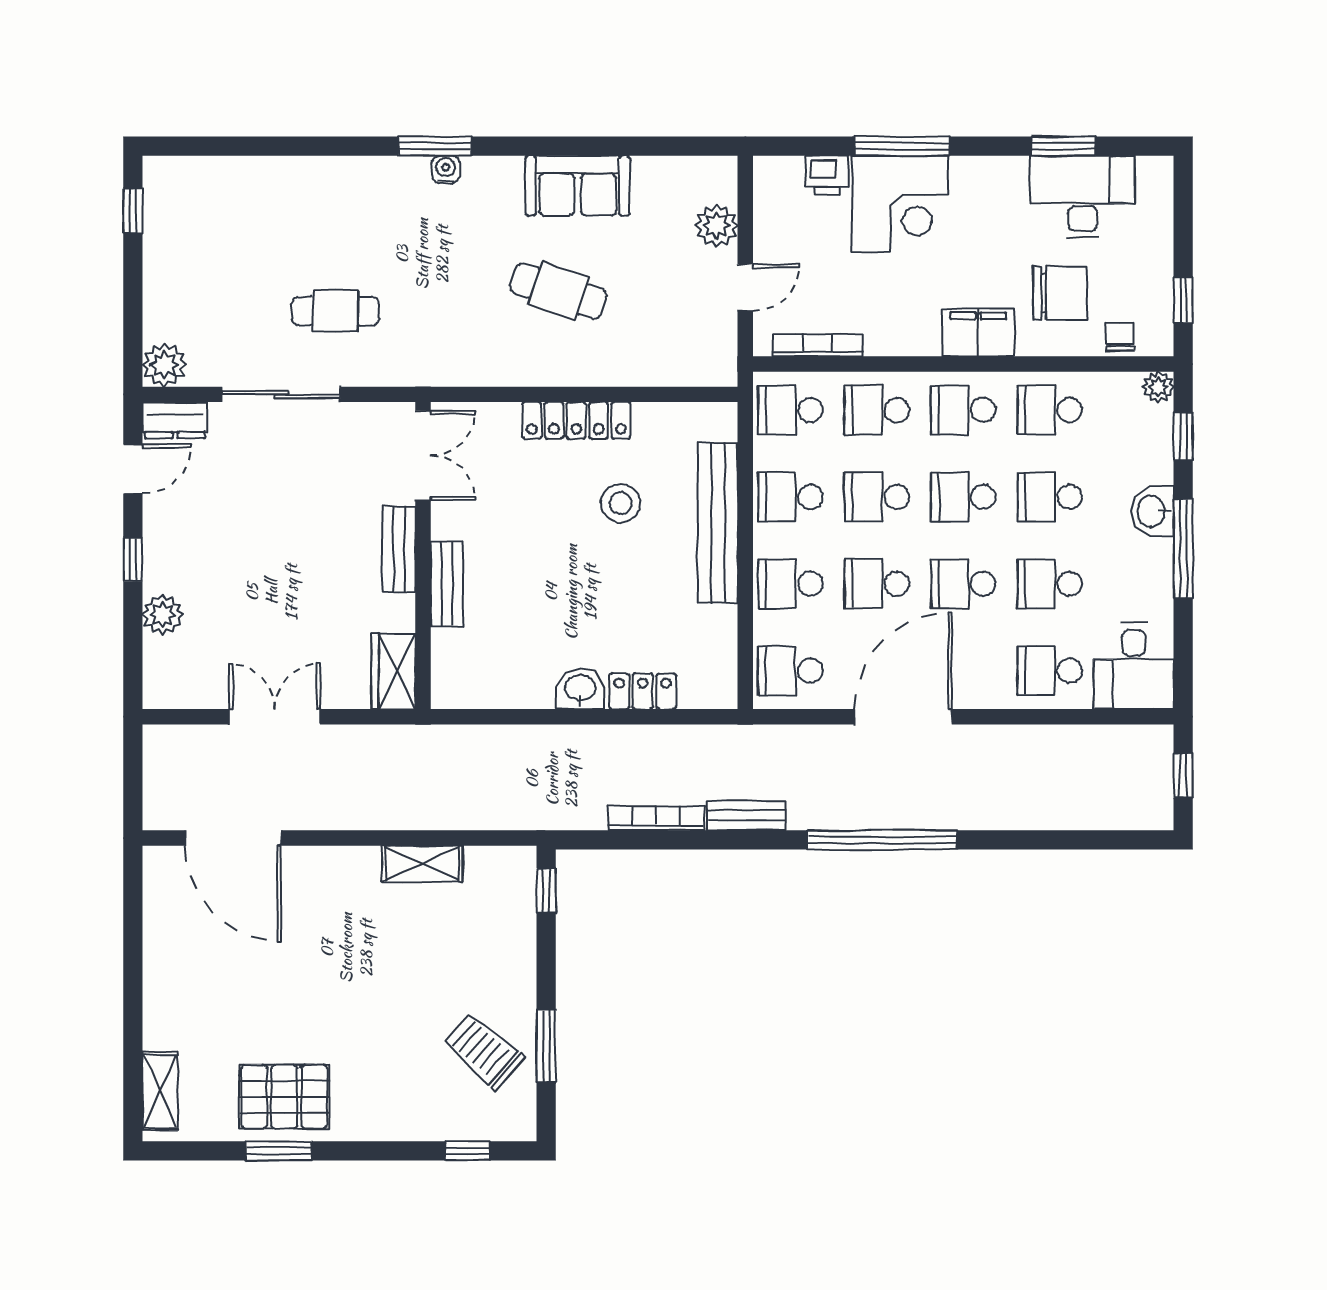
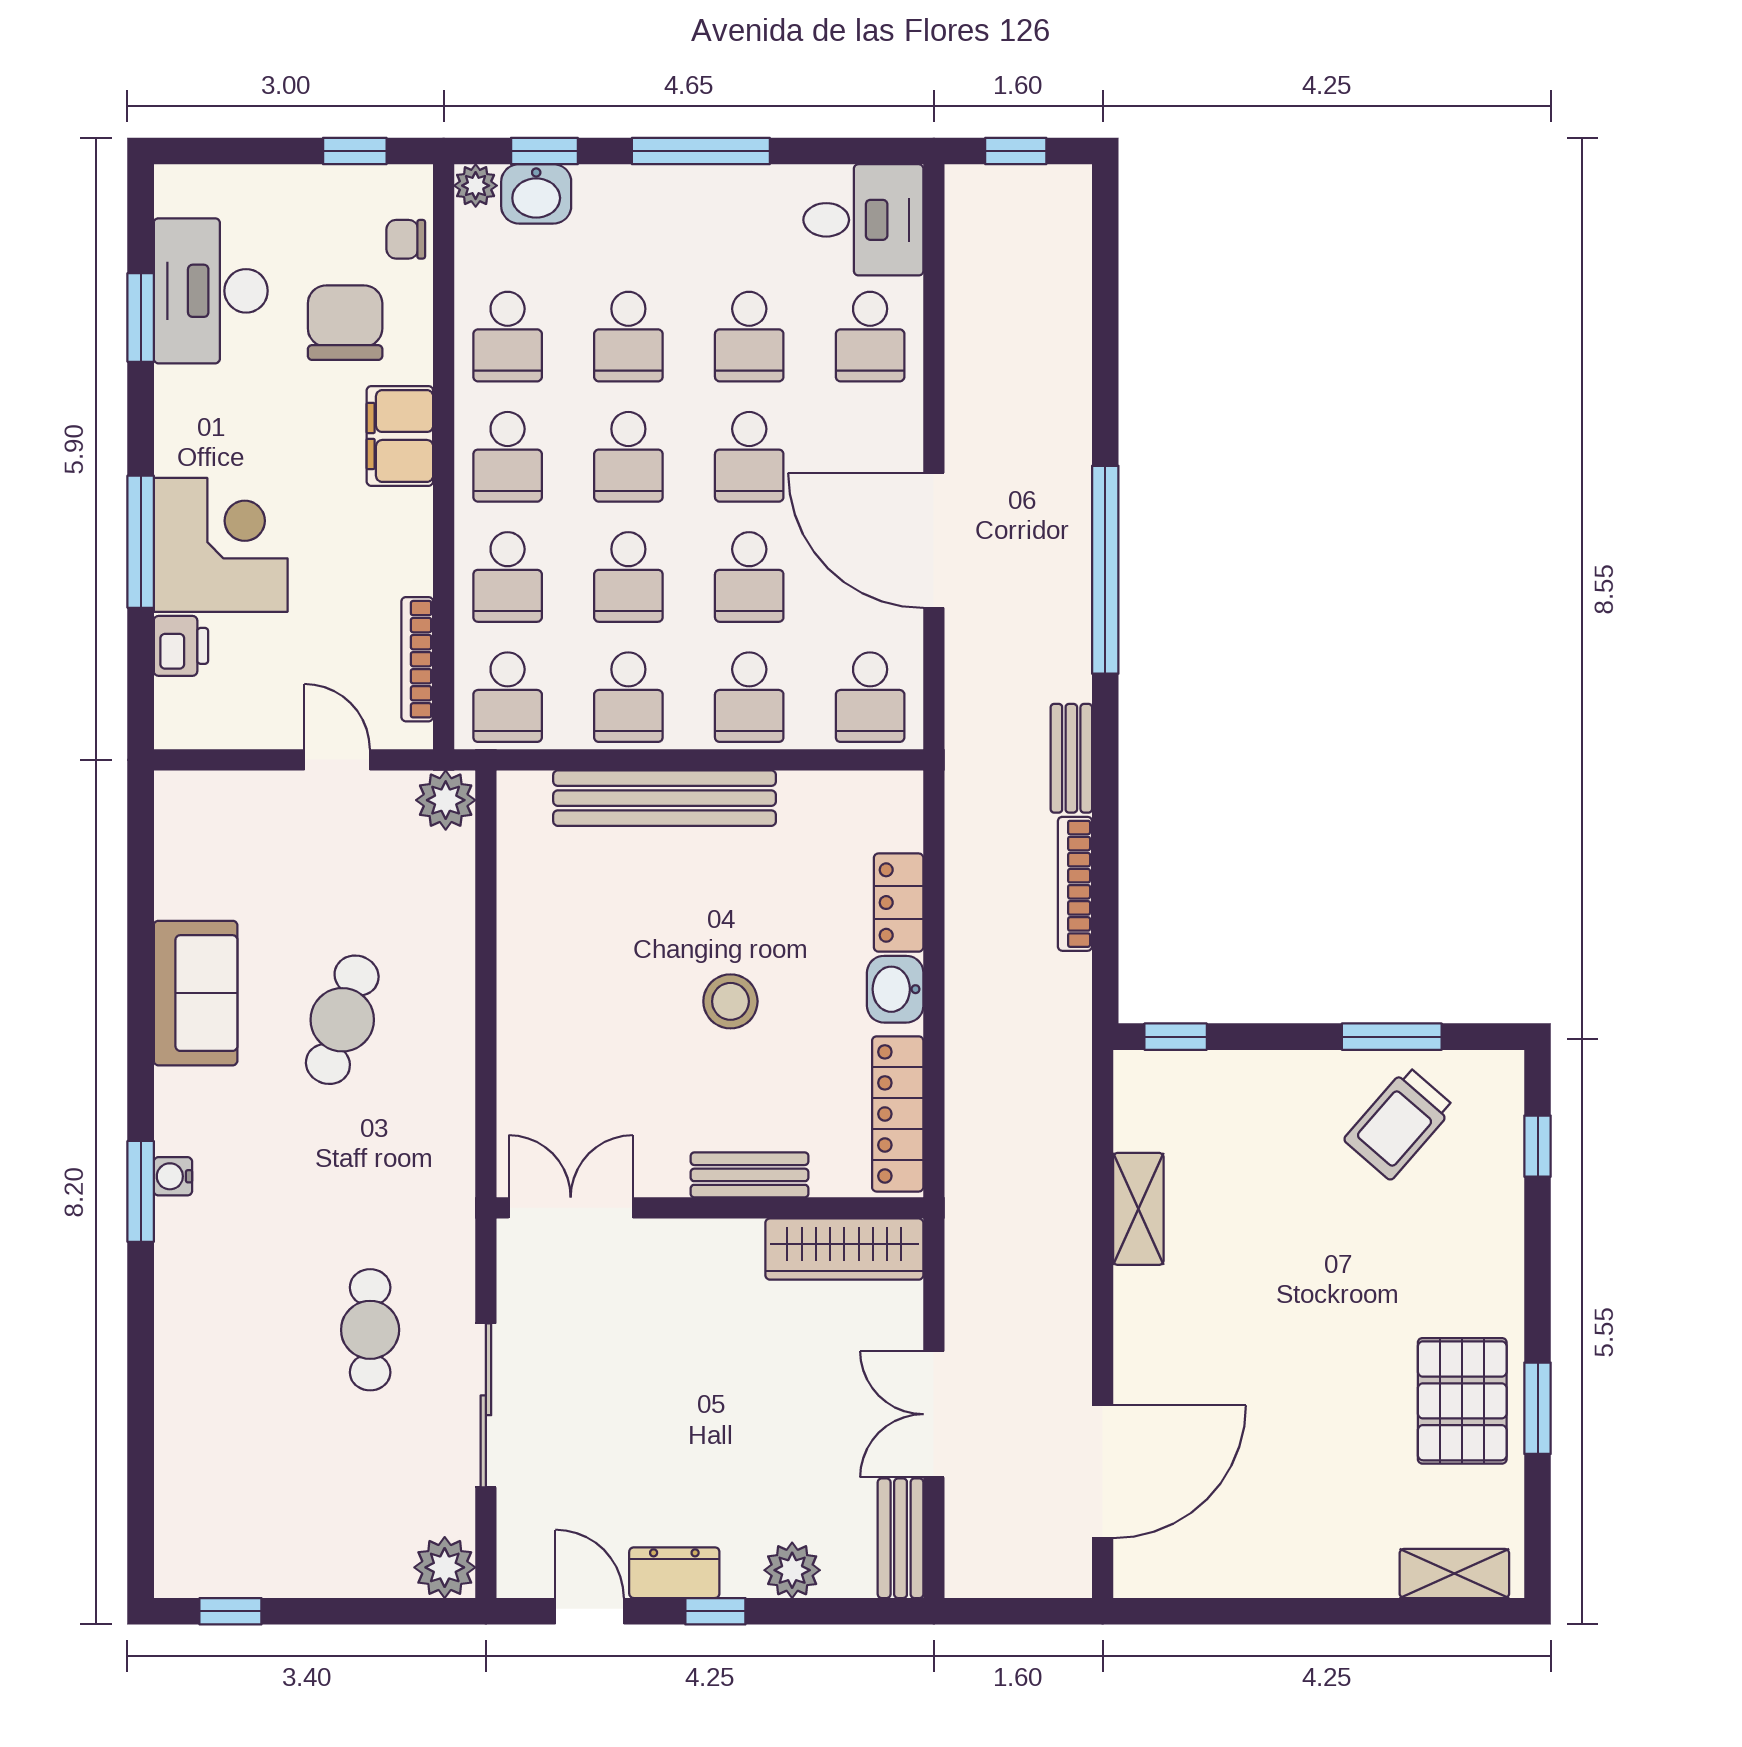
plant: (716, 225) -> (446, 800), moved
dresser: (175, 420) -> (674, 1573), moved, turned -90
locker: (576, 420) -> (898, 1114), moved, turned 180
stool: (621, 503) -> (730, 1001), moved
washbasin: (1152, 511) -> (536, 194), moved
bench: (399, 549) -> (901, 1538), moved, turned 90
wardrobe: (393, 671) -> (844, 1249), width x1.50

